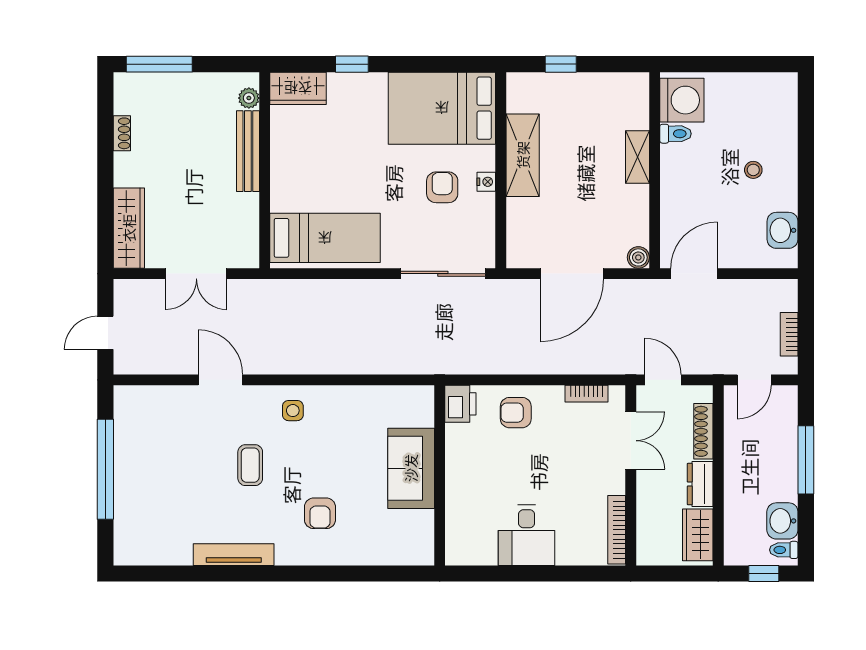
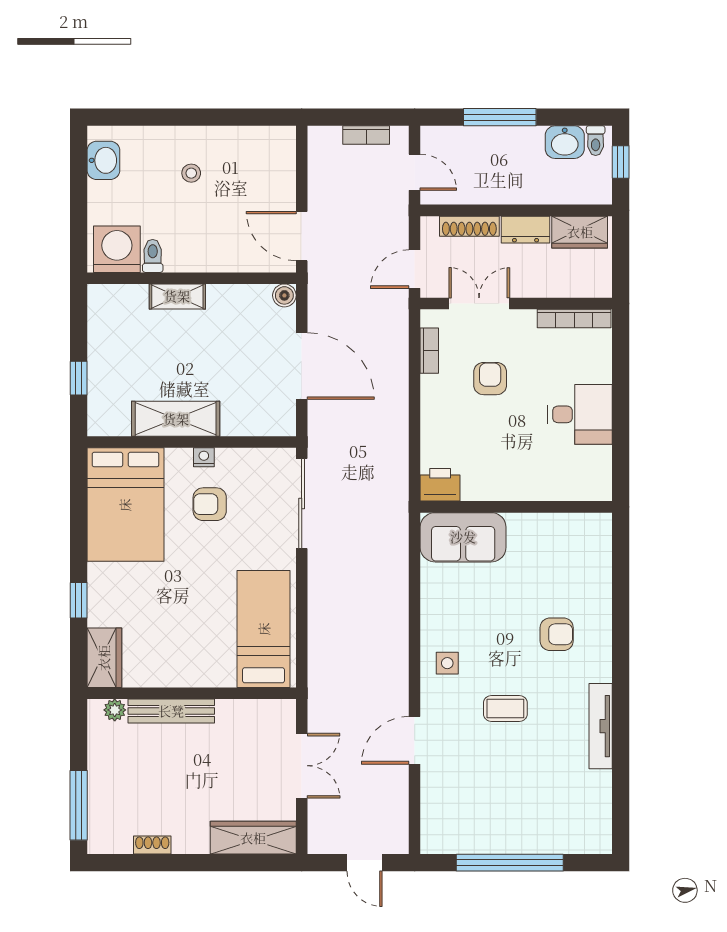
washbasin: (782, 230) -> (103, 160), moved, turned -90
armchair: (516, 413) -> (490, 379), moved, turned 180
sofa: (411, 468) -> (463, 537), moved

